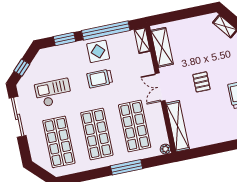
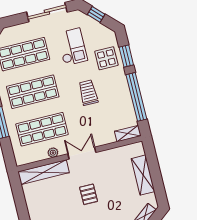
shelving: (162, 47) -> (143, 175), moved, turned 90
display table: (98, 51) -> (106, 58), moved
pallet: (201, 82) -> (89, 194), turned 90
plant: (165, 149) -> (53, 153), moved

